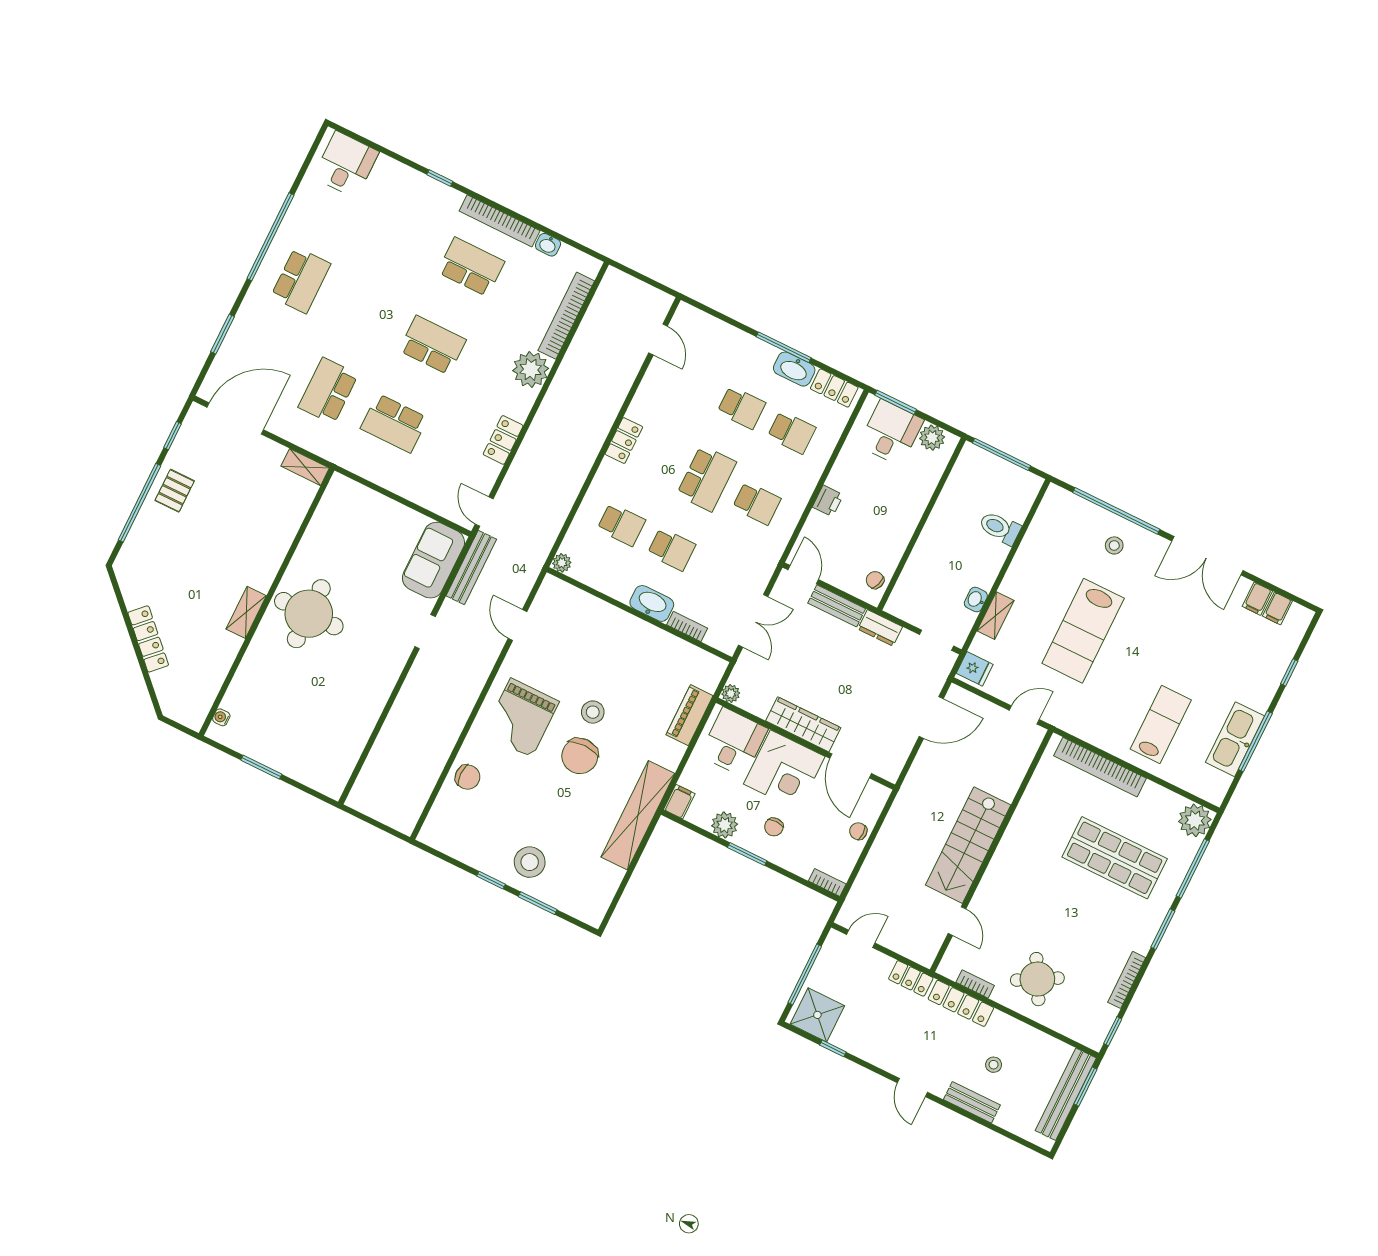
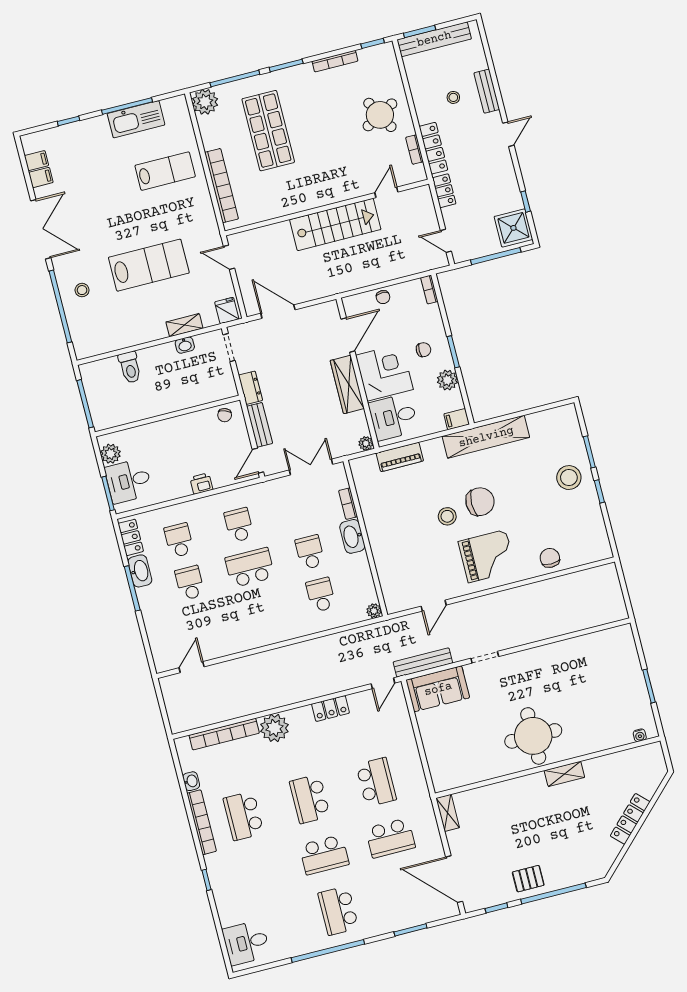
school desk: (301, 280) -> (338, 911), turned -90
school desk: (367, 313) -> (324, 855), added
locker: (624, 440) -> (269, 636), removed
lab bench: (1161, 724) -> (165, 171), turned 180

